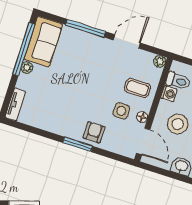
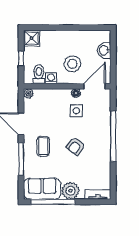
plant: (27, 68) -> (70, 191), width x1.88, depth x1.88
coffee table: (137, 88) -> (43, 146), moved
armchair: (94, 132) -> (76, 146), moved, turned -52
window: (78, 144) -> (113, 136), width x2.11

